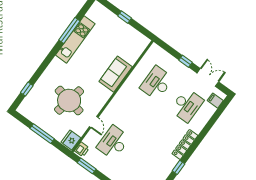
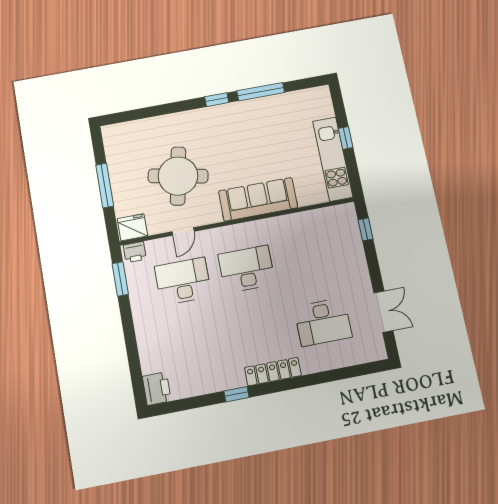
kitchen unit: (75, 39) -> (333, 159), moved, turned 90
window: (186, 61) -> (366, 229), moved
sofa: (116, 74) -> (258, 199), width x1.36
desk: (157, 83) -> (247, 269), moved
window: (27, 89) -> (217, 100), moved
filing cabinet: (215, 101) -> (366, 351), removed

